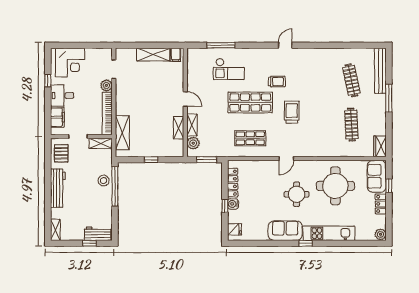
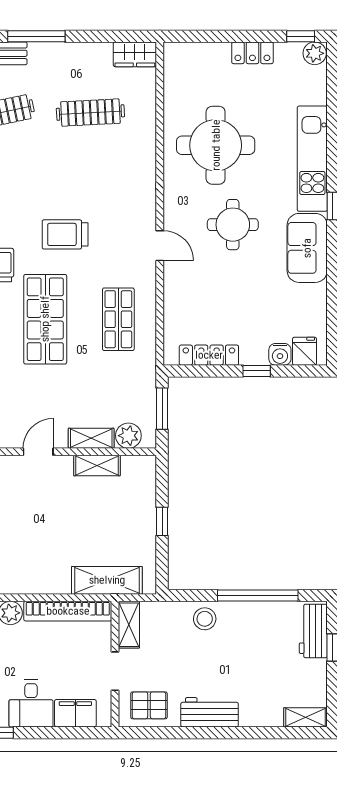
sofa: (377, 176) -> (196, 61), removed
window: (115, 186) -> (258, 596), moved
window: (389, 186) -> (301, 36), moved
workbench: (58, 188) -> (210, 712), width x0.73
water cooler: (233, 204) -> (280, 354), moved

